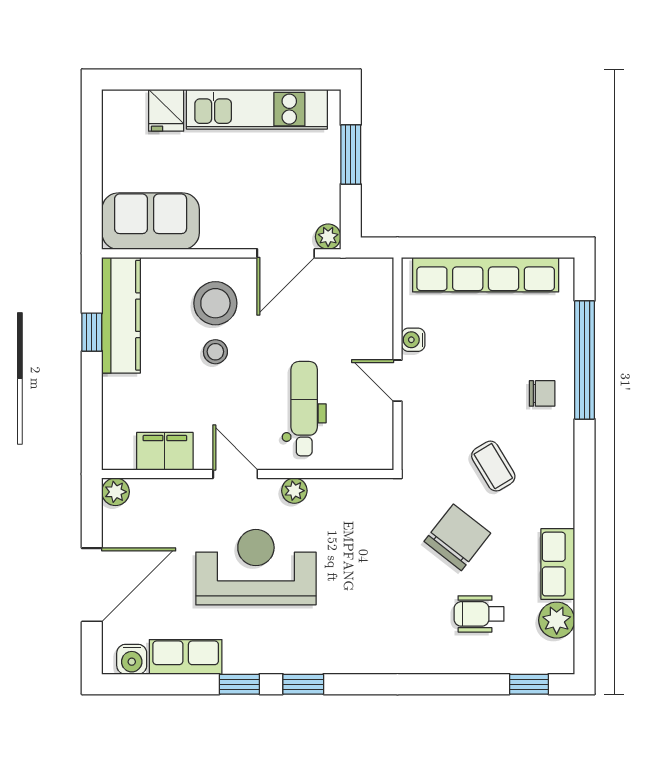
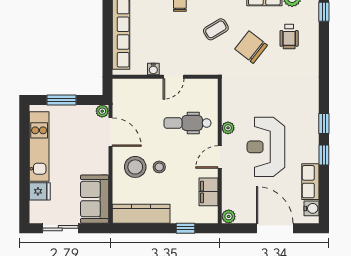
sliding door: (92, 152) -> (60, 228), added
window: (92, 332) -> (185, 228), moved

